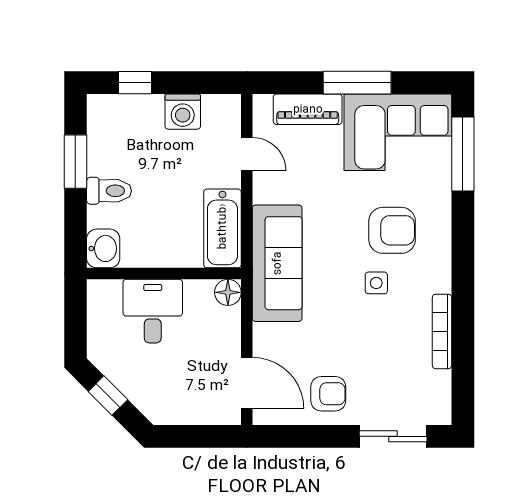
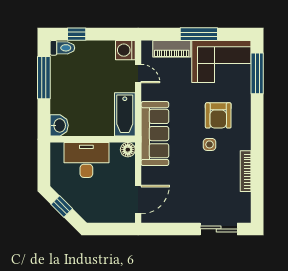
washing machine: (183, 112) -> (125, 50), moved, turned 90
window: (75, 162) -> (44, 78), width x1.44
toilet: (109, 191) -> (62, 48), moved
armchair: (392, 230) -> (218, 115), turned 90
desk: (153, 311) -> (86, 160), width x1.37
door: (247, 383) -> (138, 200), hinge flipped
armchair: (328, 394) -> (183, 205), removed

